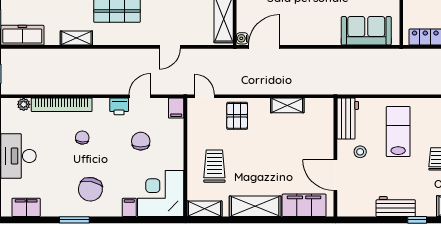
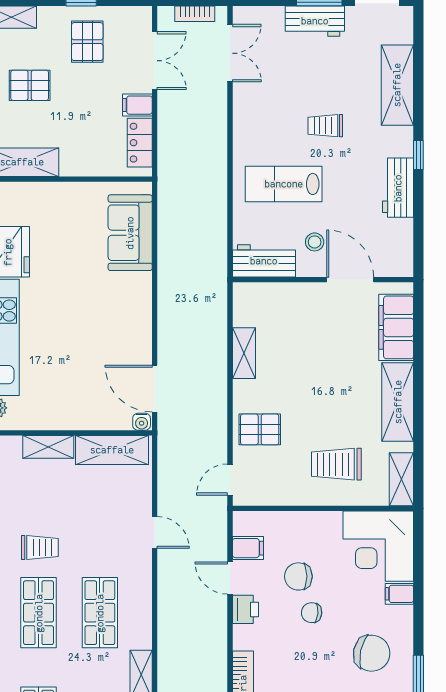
filing cabinet: (176, 108) -> (248, 548), moved
chair: (82, 138) -> (312, 613), moved
door: (335, 175) -> (350, 280), swing flipped

